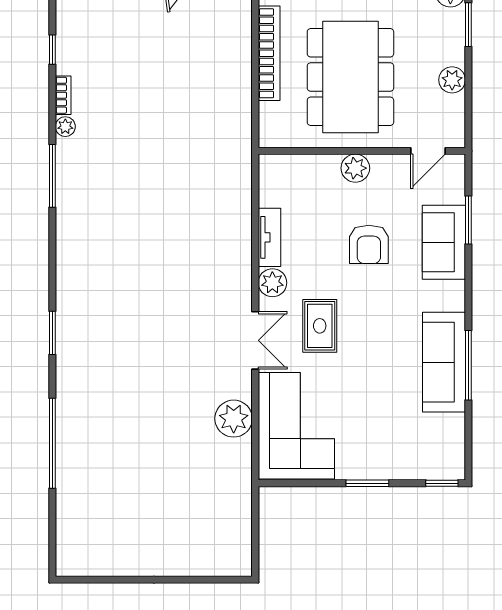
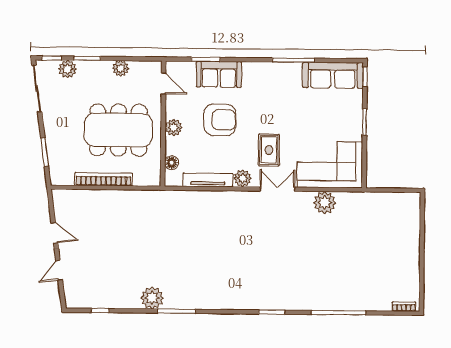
bookcase: (63, 95) -> (404, 307), moved
plant: (65, 127) -> (152, 298), width x1.88, depth x1.88
floor lamp: (297, 165) -> (172, 163), added
tv unit: (269, 237) -> (208, 180), width x1.41
armchair: (369, 244) -> (220, 120), width x1.36, depth x1.36
rug: (320, 326) -> (269, 150), turned 90
sofa: (444, 362) -> (333, 75), moved

